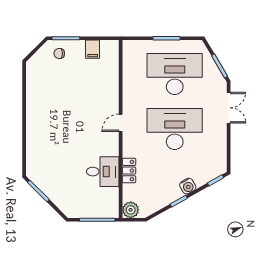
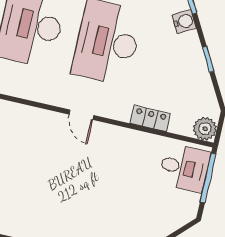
desk: (103, 172) -> (184, 168), moved, turned 90
water cooler: (188, 186) -> (184, 22), moved

